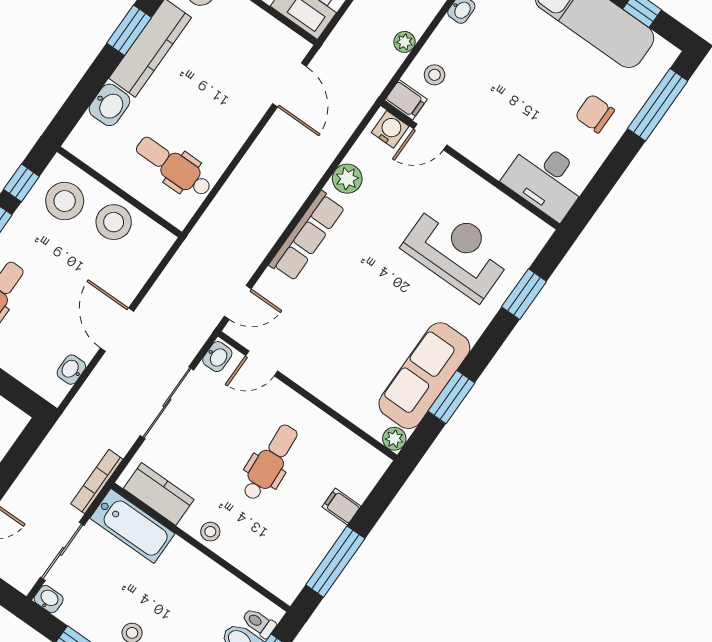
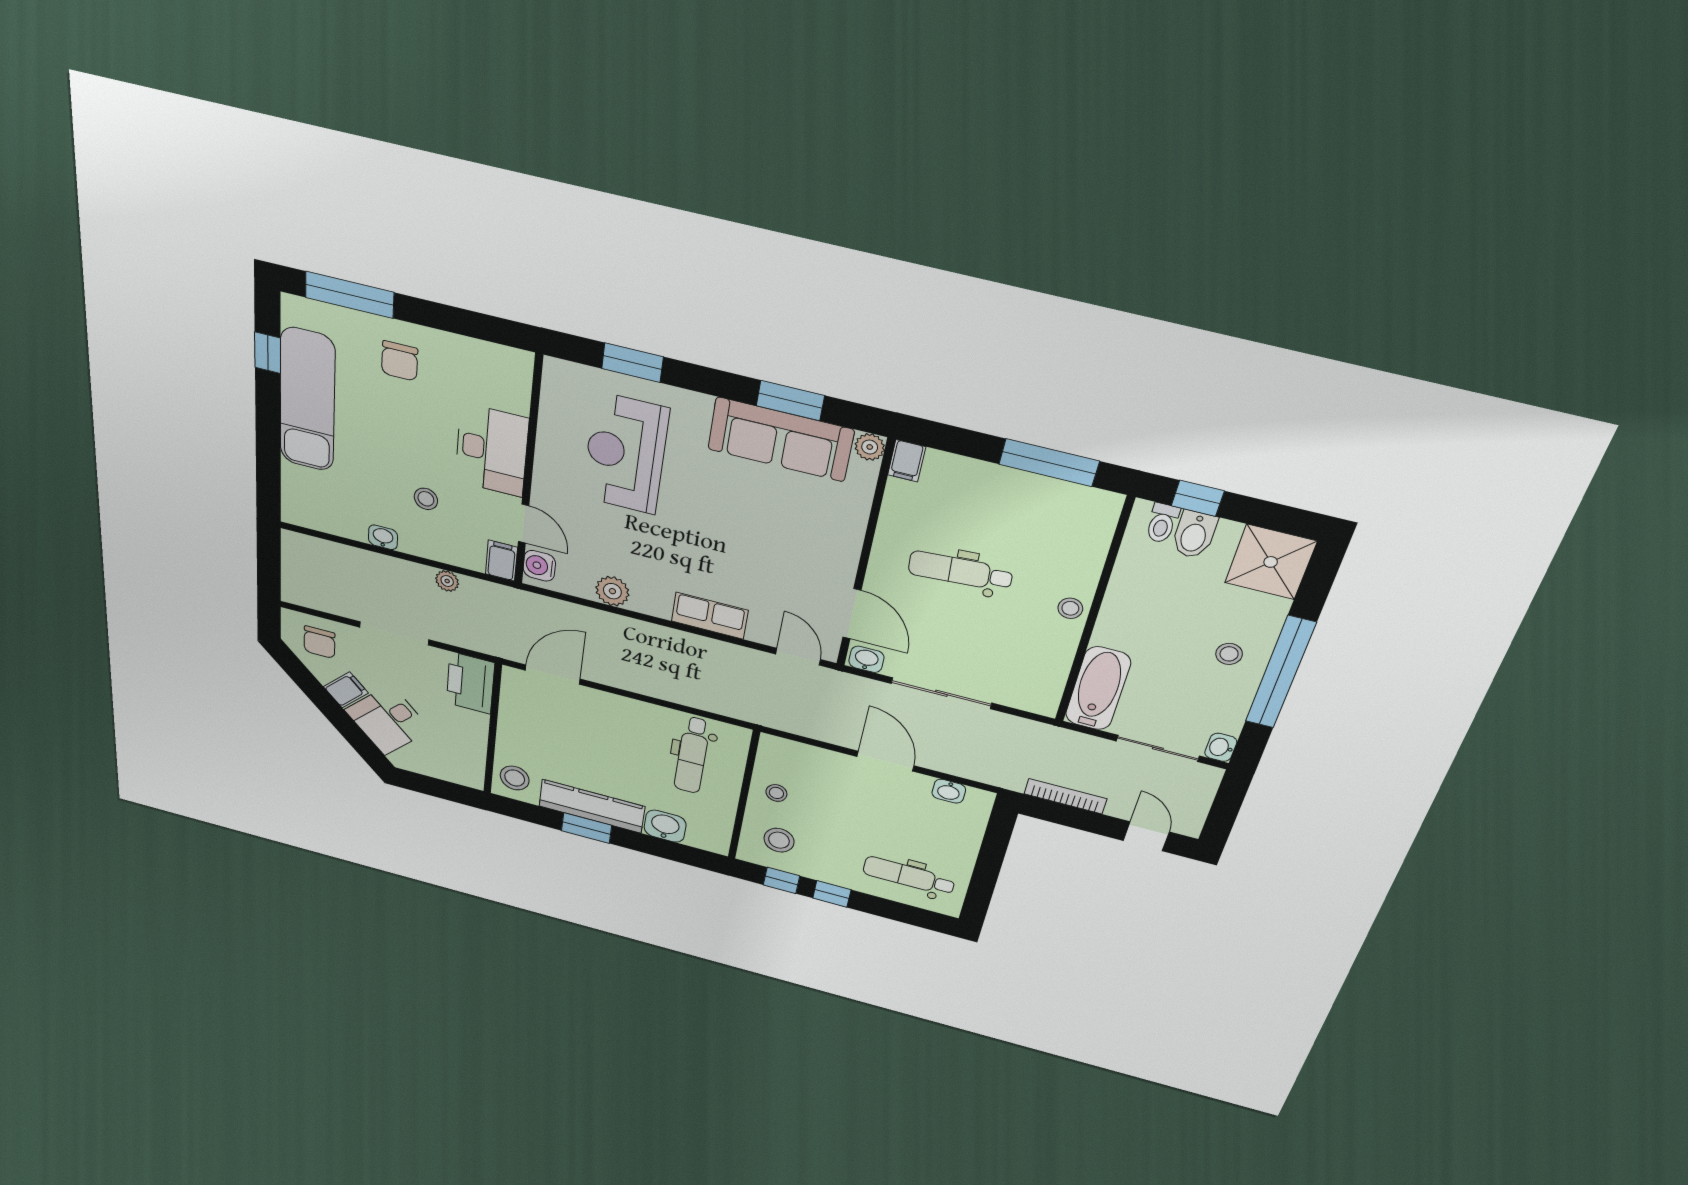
stool: (435, 75) -> (426, 499), moved
desk: (546, 179) -> (492, 450), moved
stool: (65, 201) -> (779, 840), width x0.73, depth x0.73
stool: (114, 222) -> (776, 793), width x0.53, depth x0.53
row of seats: (307, 236) -> (710, 616), width x0.68
door: (117, 330) -> (885, 761), swing flipped
door: (262, 363) -> (852, 614), width x1.38
bookcase: (97, 481) -> (1065, 796), moved, turned 180
kitchen counter: (159, 494) -> (1049, 673), removed
filing cabinet: (341, 507) -> (907, 461), moved

